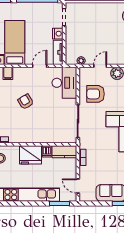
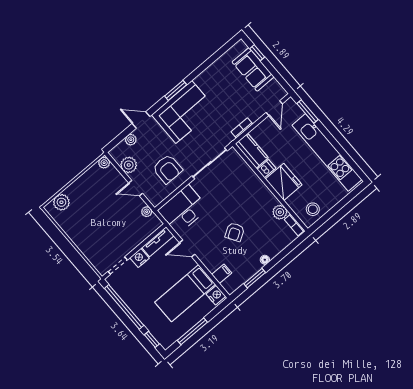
plant: (15, 138) -> (280, 212), added

